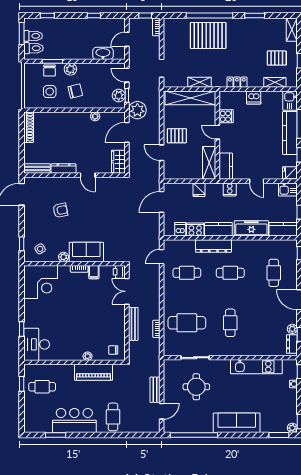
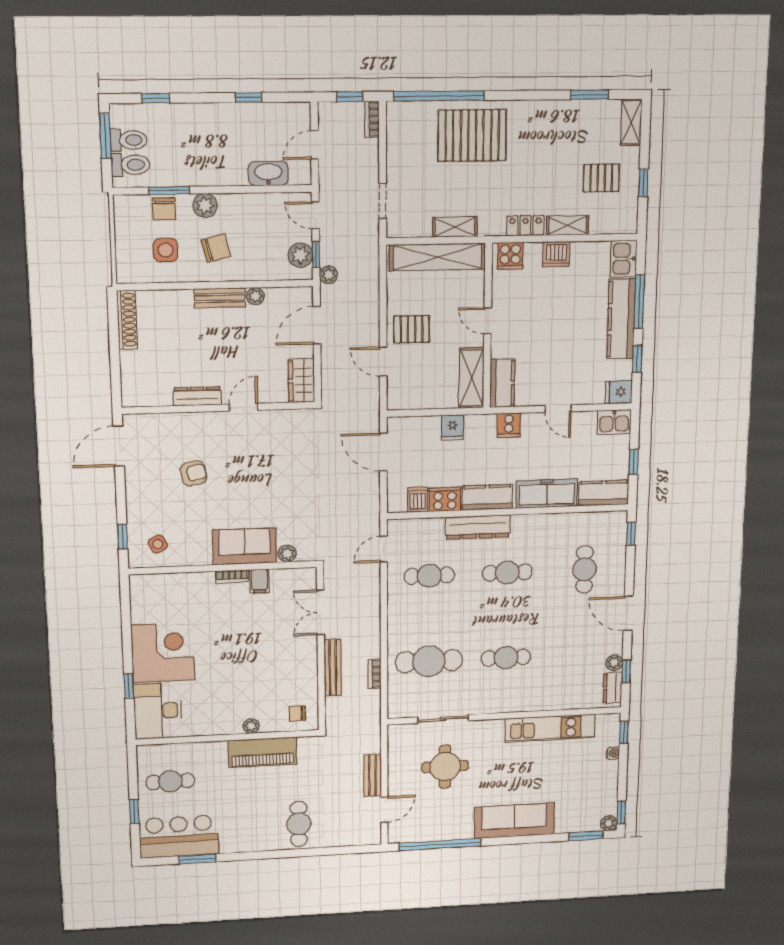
window: (209, 15) -> (439, 96), moved
window: (255, 15) -> (589, 95), moved
shelving: (275, 82) -> (568, 225), moved
plant: (137, 110) -> (329, 275), width x0.53, depth x0.53
cooker: (226, 116) -> (510, 256), moved, turned 90
bench: (37, 168) -> (220, 298), moved
door: (88, 175) -> (244, 407), swing flipped
door: (162, 202) -> (383, 452), hinge flipped
plant: (64, 257) -> (287, 554), moved
printer: (119, 272) -> (306, 579), removed
corner desk: (41, 282) -> (163, 653), moved, turned -90
cafe table: (230, 323) -> (506, 658), turned 90
window: (22, 384) -> (134, 811), moved
bar counter: (74, 421) -> (179, 836), moved

